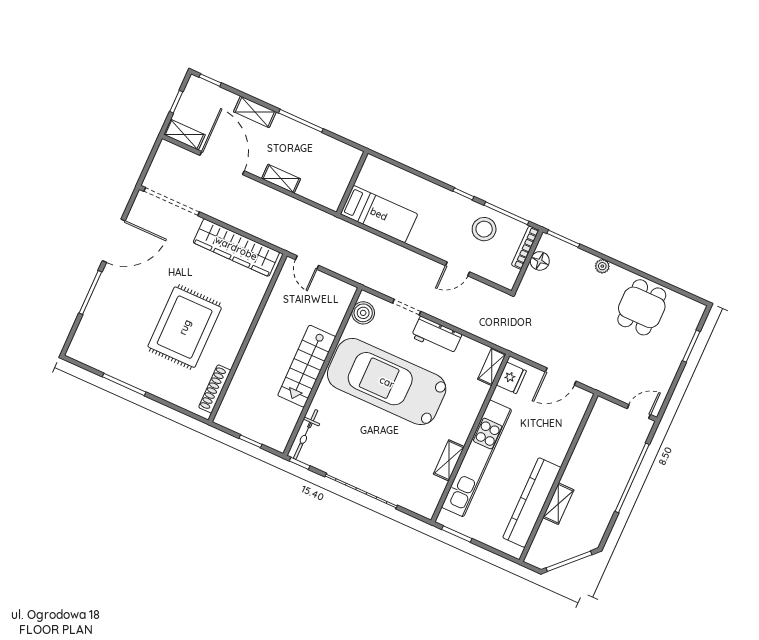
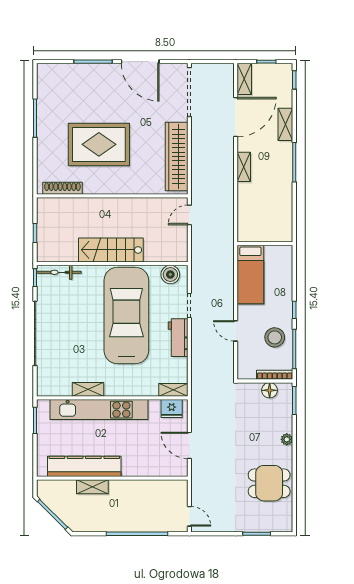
wall: (352, 183) -> (265, 244), moved
bed: (379, 214) -> (250, 275), moved

